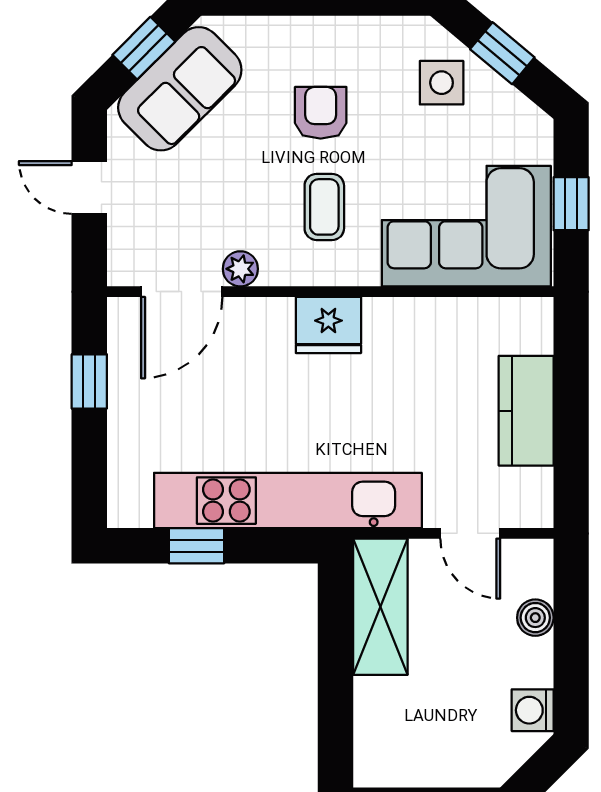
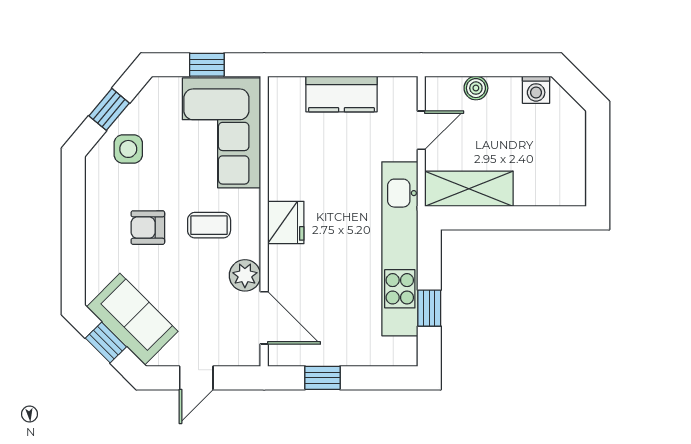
plant: (240, 269) -> (245, 275), width x1.38, depth x1.38

